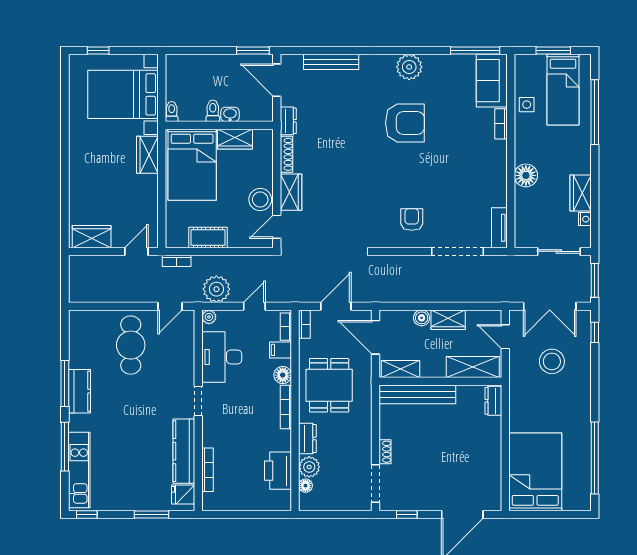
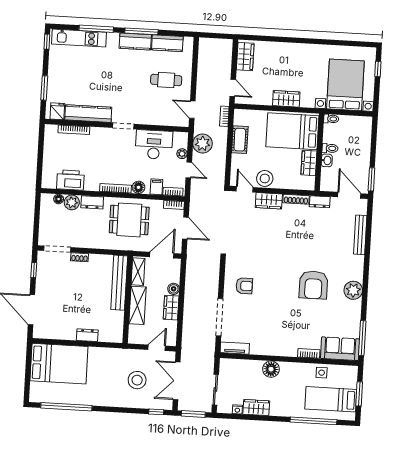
door: (277, 80) -> (349, 195), hinge flipped
wardrobe: (147, 155) -> (286, 99), moved
plant: (209, 317) -> (182, 154), moved
cafe table: (131, 345) -> (166, 80), width x0.73, depth x0.74
kitchen counter: (79, 346) -> (167, 43), added
shelving: (473, 367) -> (137, 305), moved
dresser: (493, 401) -> (87, 335), moved

